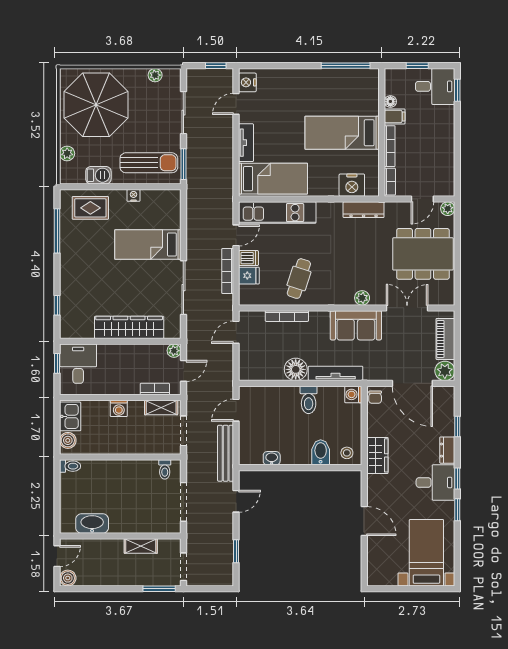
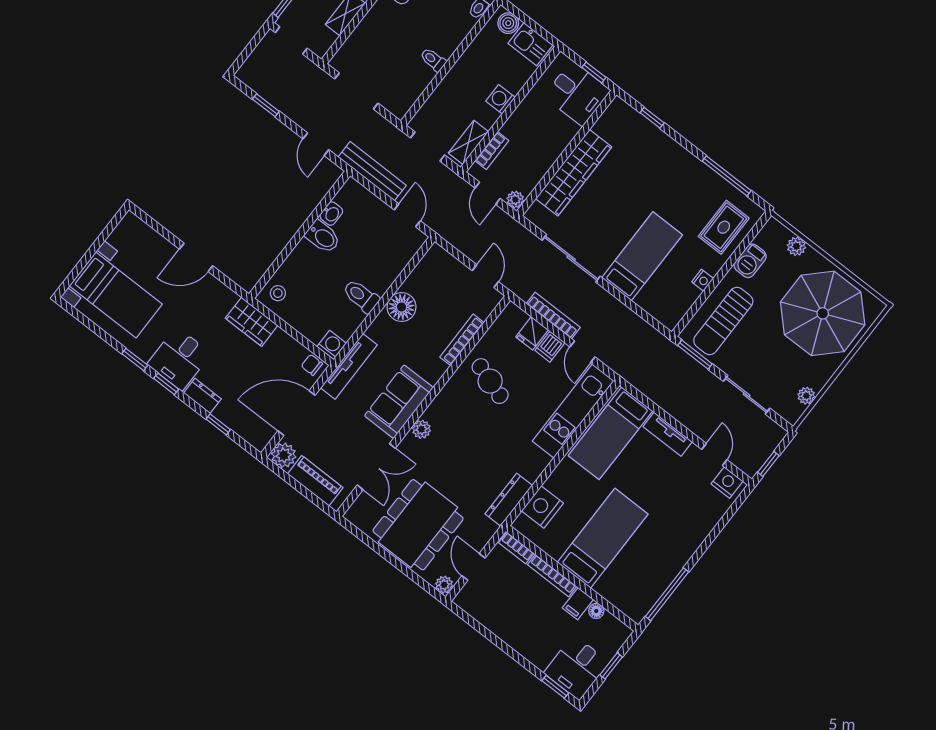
tv unit: (336, 373) -> (349, 366), moved
bidet: (321, 452) -> (323, 237), moved
toilet: (165, 469) -> (433, 60), moved

